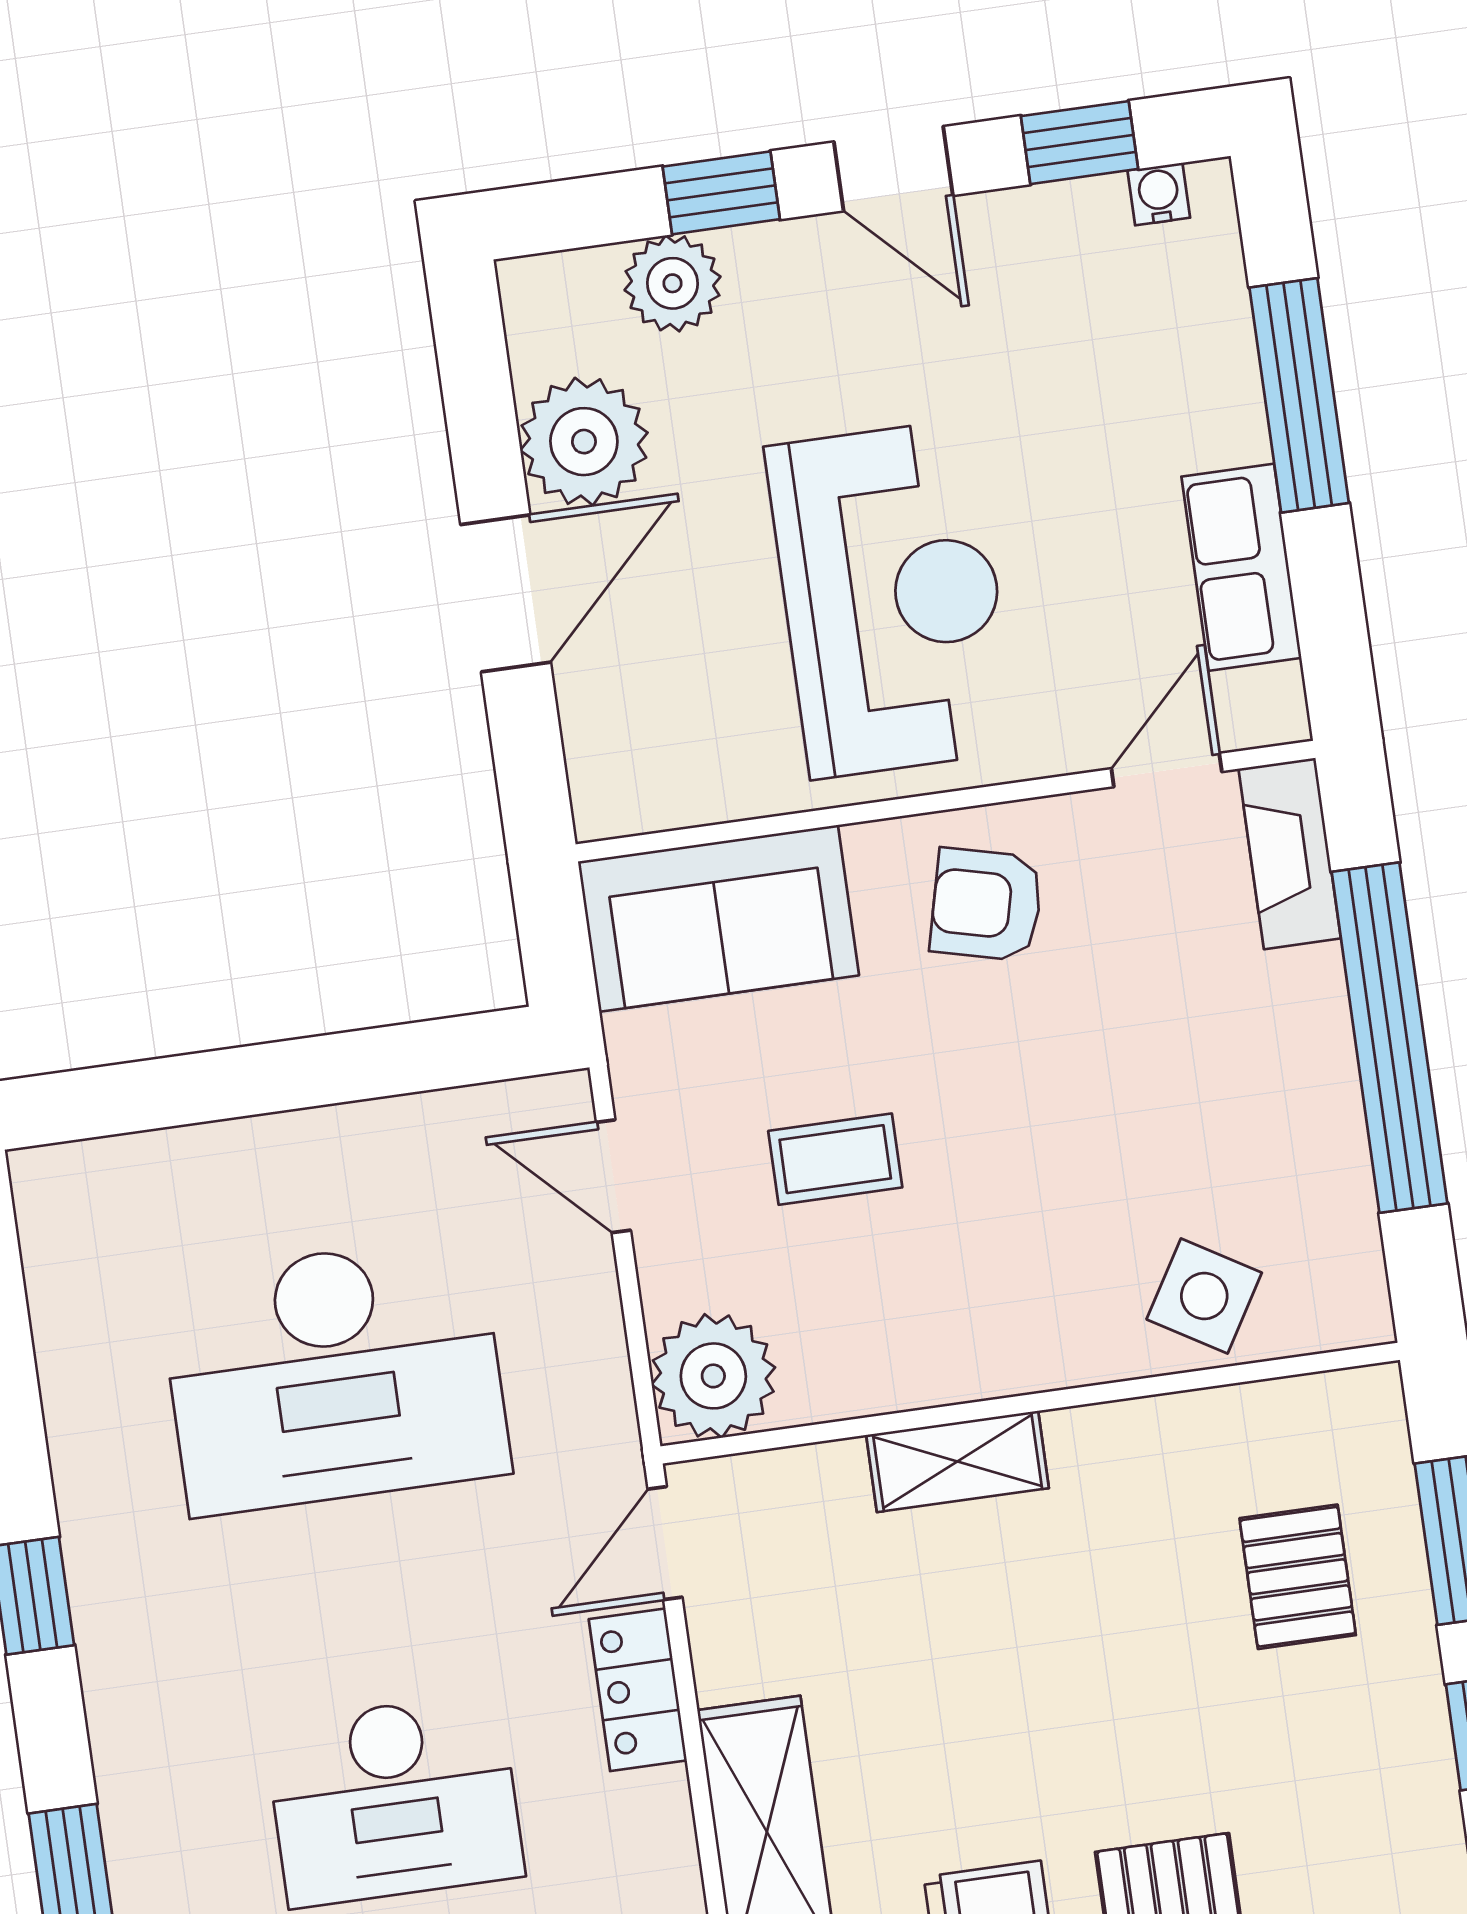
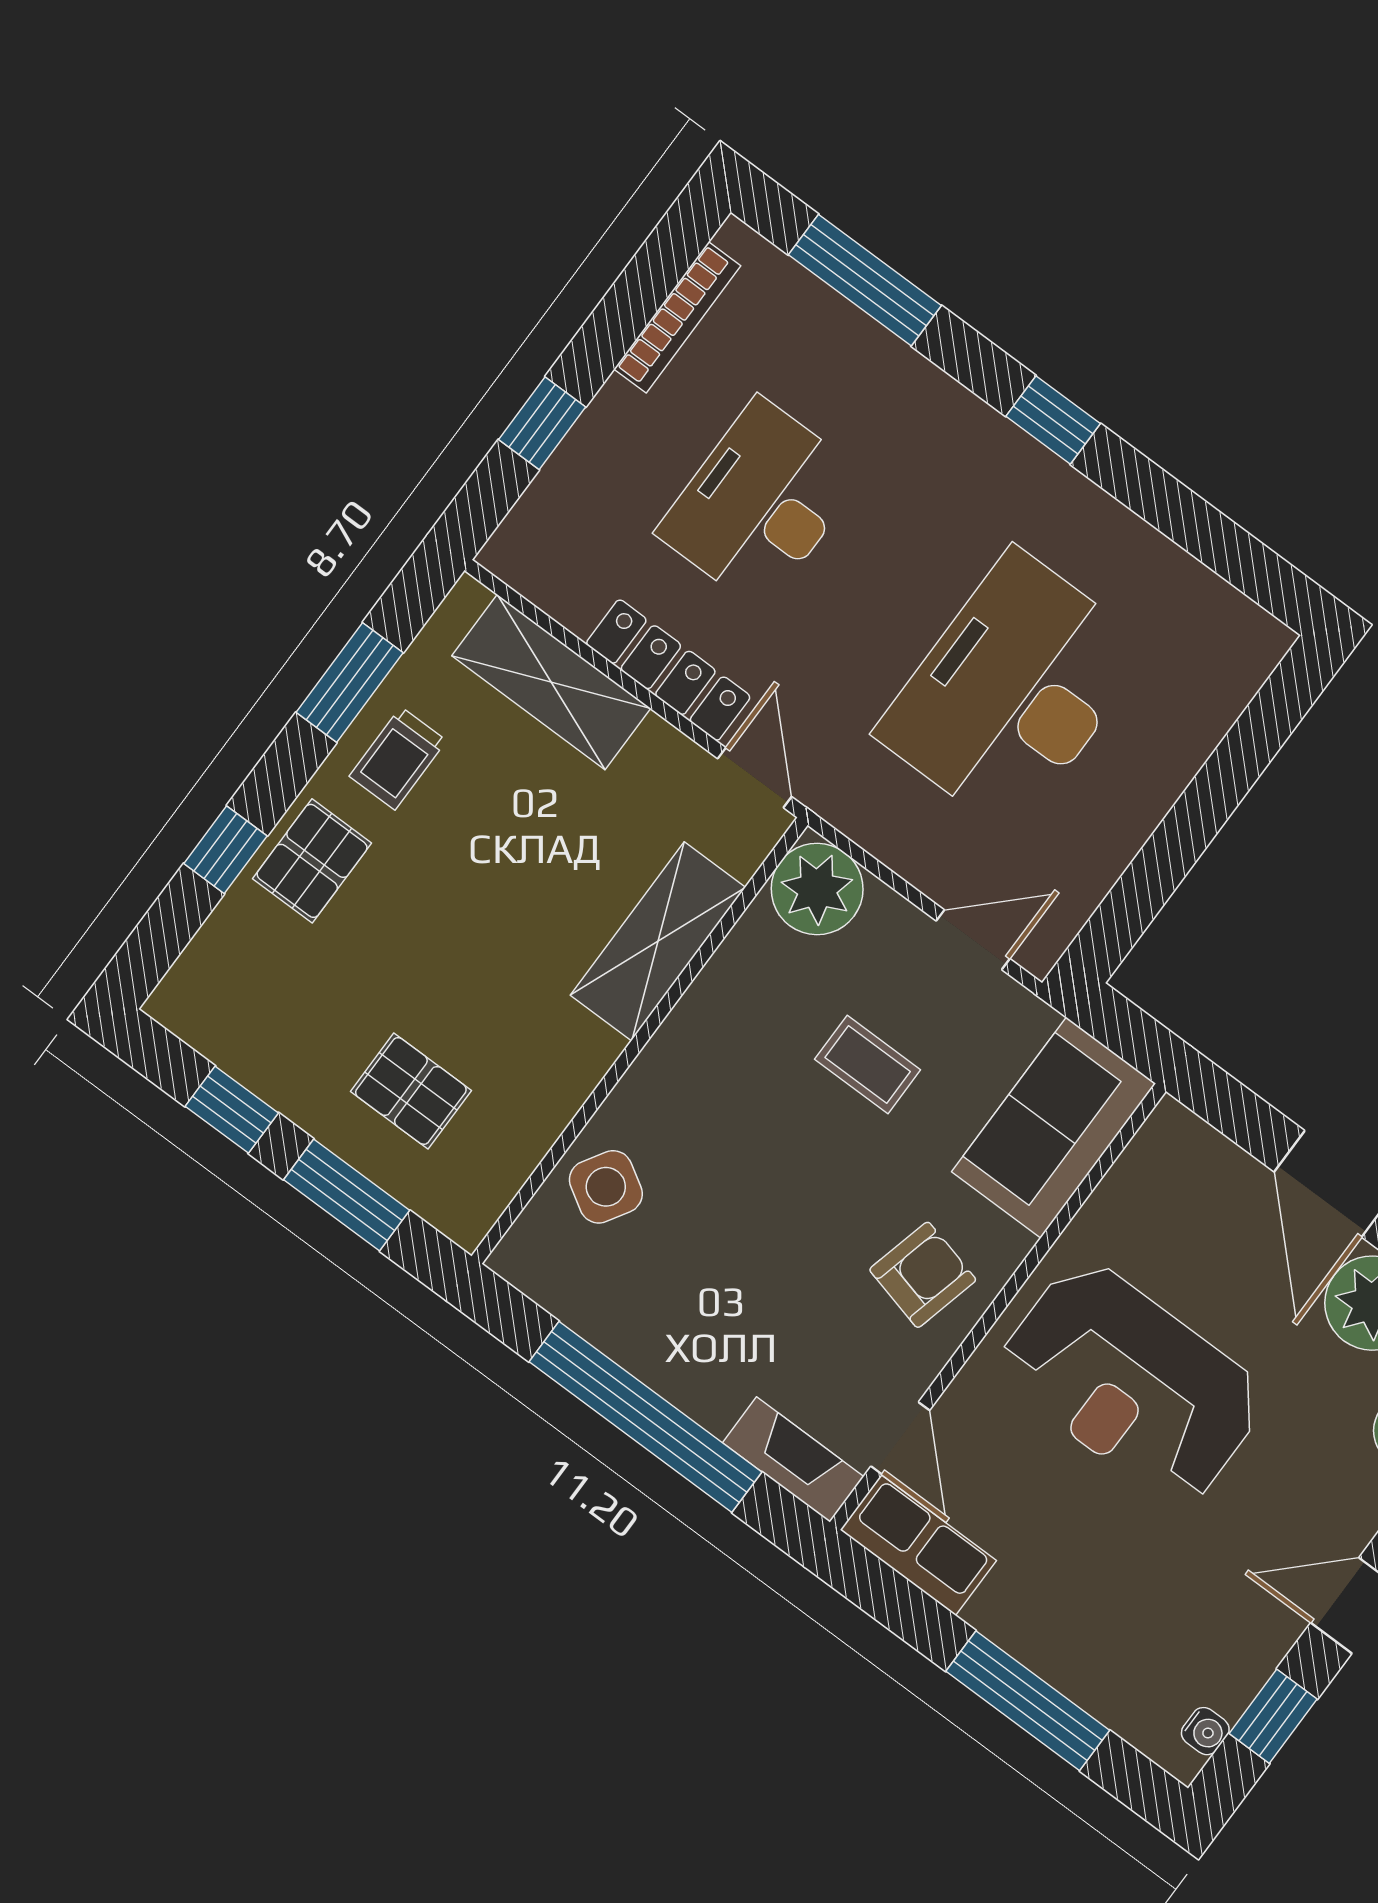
row of seats: (1241, 567) -> (918, 1545), moved
coffee table: (835, 1159) -> (868, 1064), turned 90
shelving: (958, 1461) -> (658, 941), width x1.50, depth x1.33
locker: (638, 1690) -> (668, 670), width x1.53

